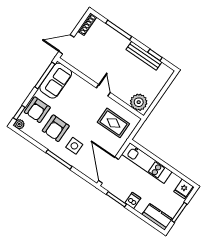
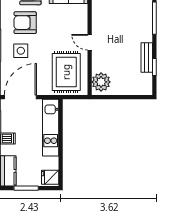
bench: (144, 56) -> (147, 58), width x0.73
door: (103, 90) -> (90, 42), swing flipped
rug: (113, 123) -> (66, 72), width x1.36, depth x1.43

